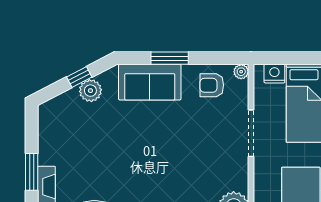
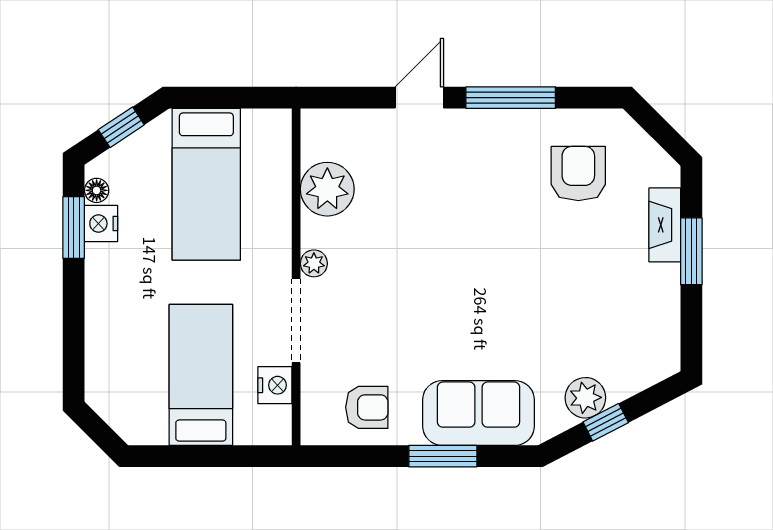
plant: (241, 72) -> (314, 263), moved
nightstand: (274, 74) -> (275, 385), moved, turned -90

